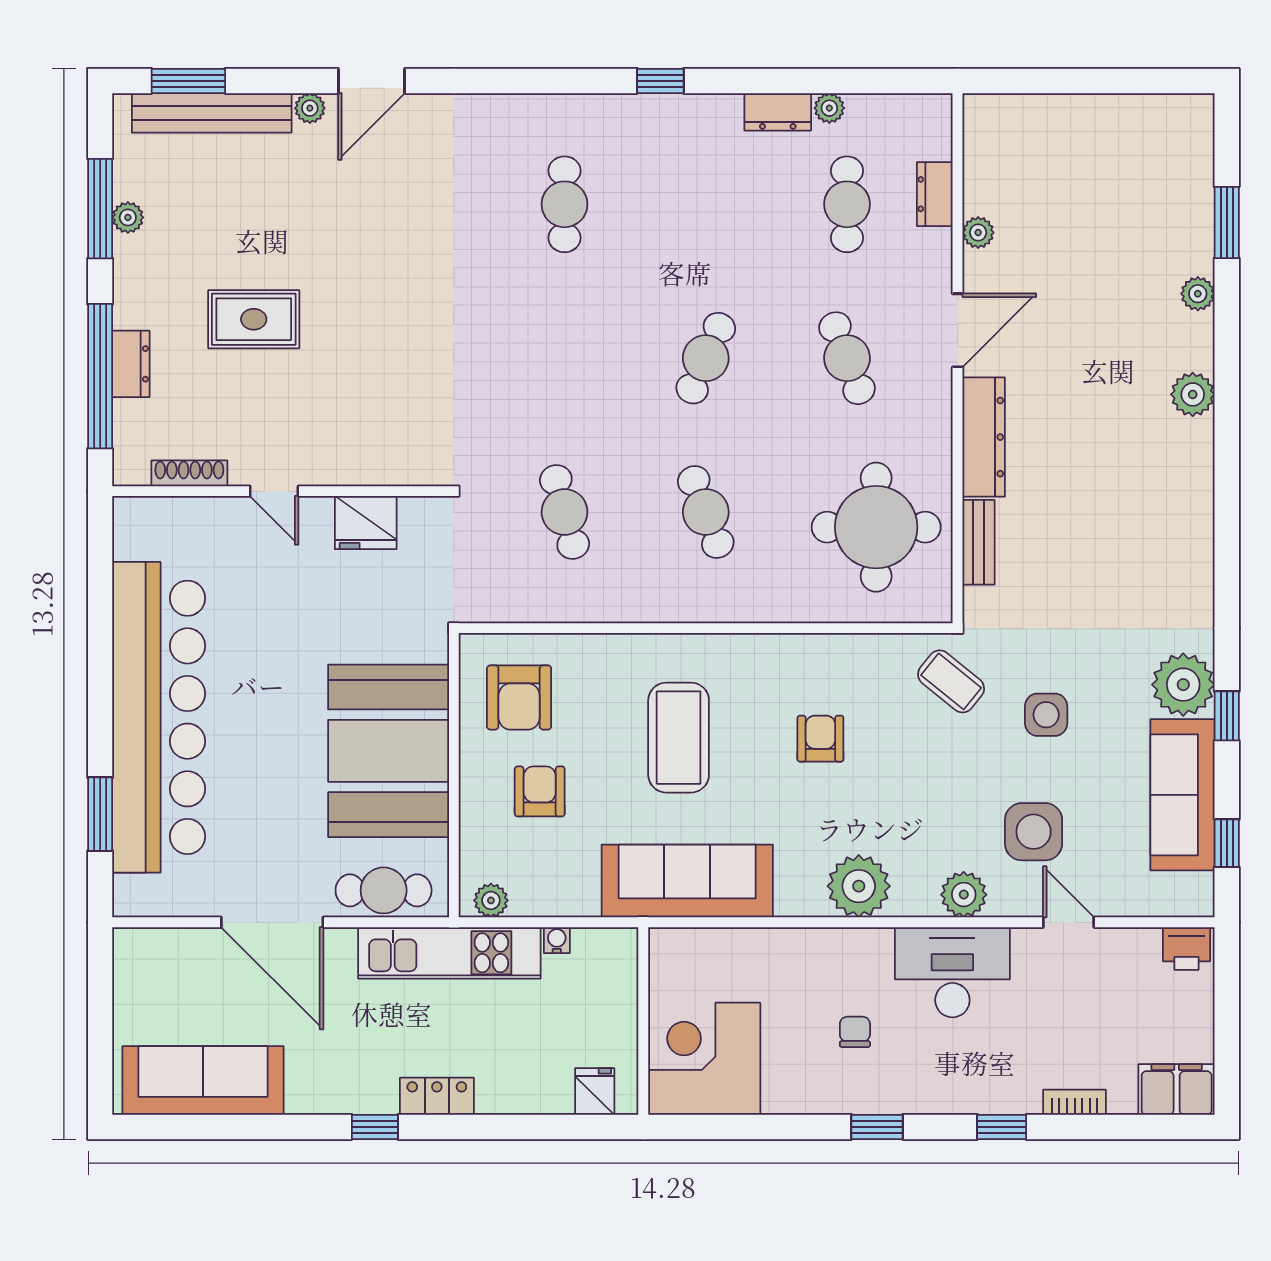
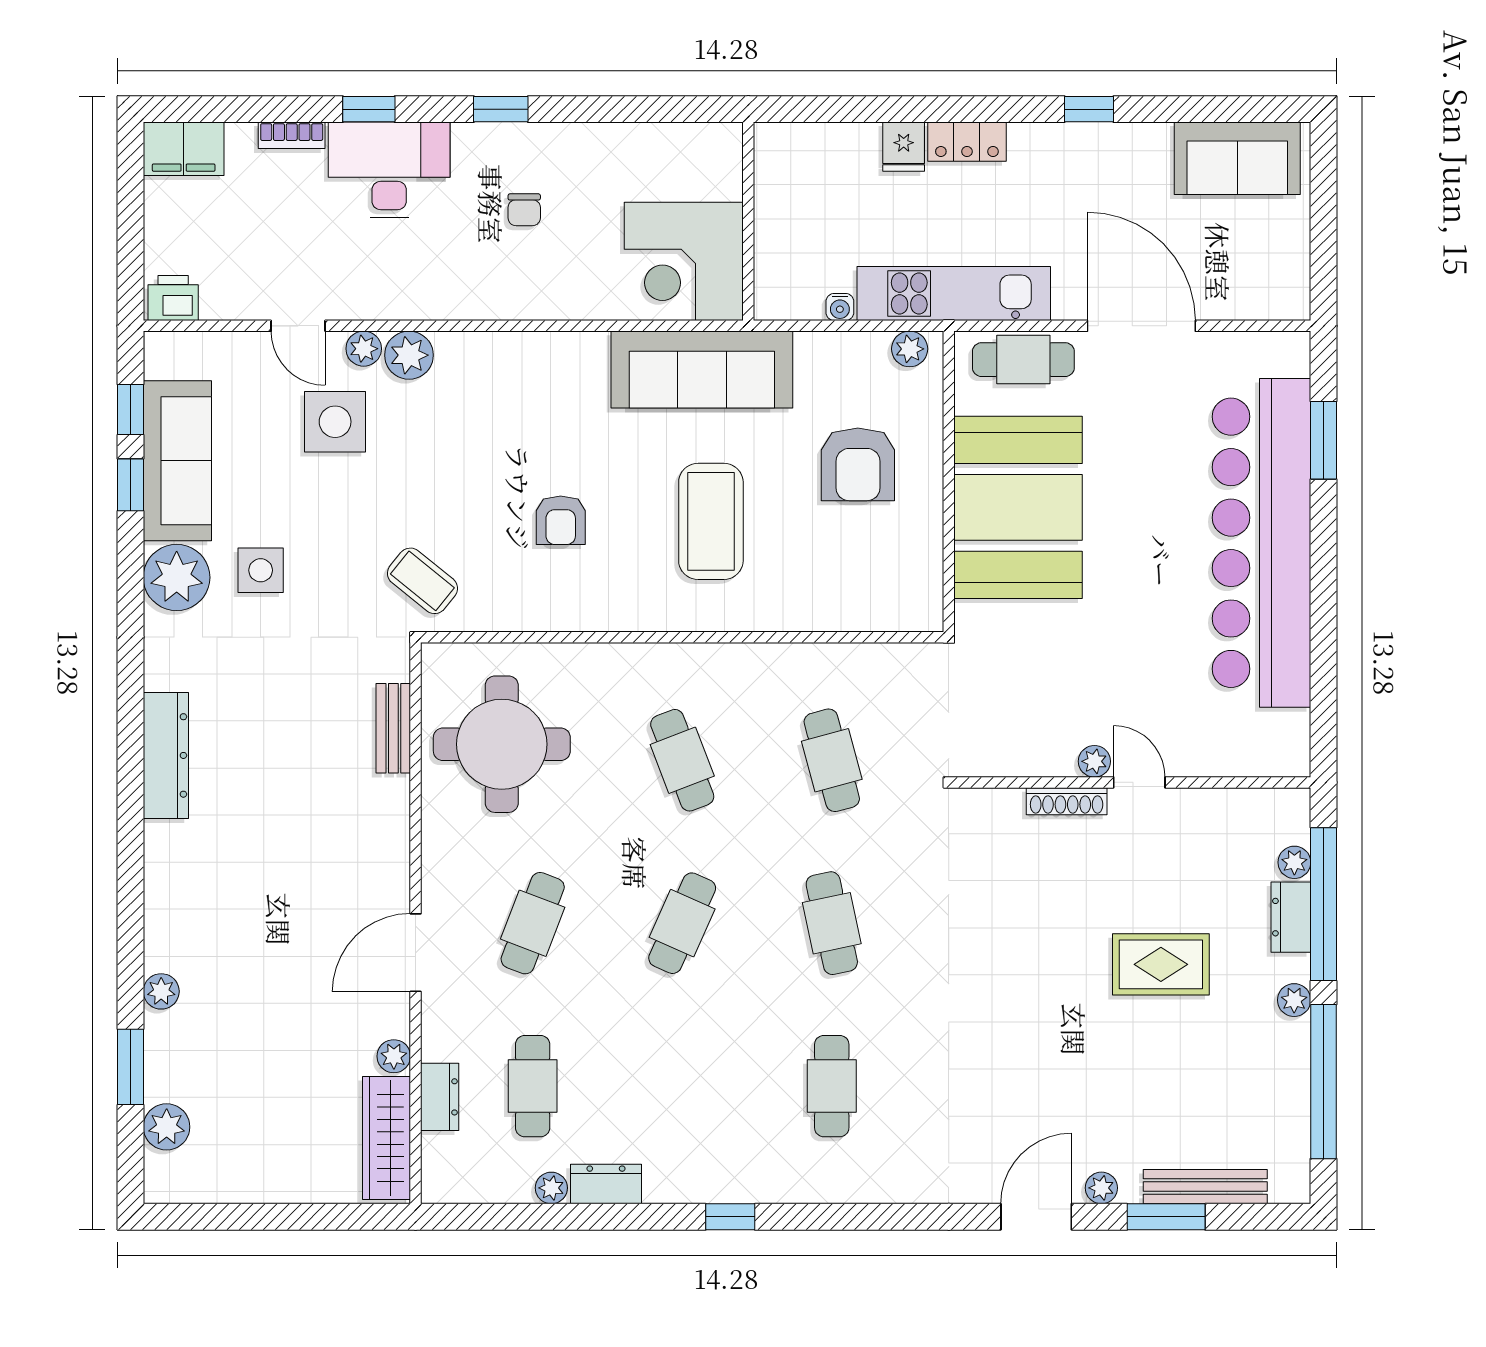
window: (188, 81) -> (1166, 1217), moved
bench: (212, 113) -> (1205, 1187), width x0.73, depth x0.82
wardrobe: (985, 155) -> (387, 1138), added
window: (100, 209) -> (1323, 1082), width x1.46
plant: (128, 217) -> (1294, 1000), moved
cafe table: (564, 358) -> (832, 923), added
cafe table: (847, 358) -> (533, 923), turned 42
plant: (1193, 394) -> (167, 1127), moved
plant: (128, 416) -> (1294, 862), added
dresser: (984, 437) -> (166, 755), moved, turned 180
shoe rack: (189, 473) -> (1067, 801), moved
plant: (316, 511) -> (1094, 761), added
fridge: (366, 523) -> (1042, 749), removed
armchair: (519, 697) -> (880, 564), removed
side table: (1046, 715) -> (261, 570), moved
window: (1227, 716) -> (131, 485), moved
armchair: (540, 791) -> (858, 464), width x1.38, depth x1.38
plant: (859, 886) -> (364, 349), moved, width x0.53, depth x0.53
desk: (952, 972) -> (389, 170), moved, turned 180
corner desk: (704, 1059) -> (684, 261), moved, turned 90
sofa: (203, 1081) -> (1237, 158), width x0.73
fridge: (595, 1091) -> (904, 147), moved
window: (375, 1127) -> (1089, 109), moved

